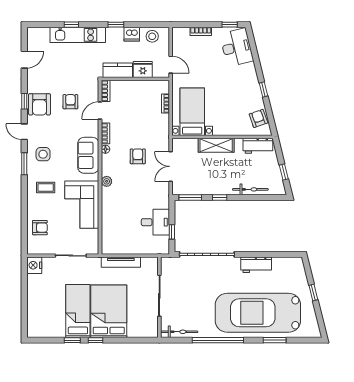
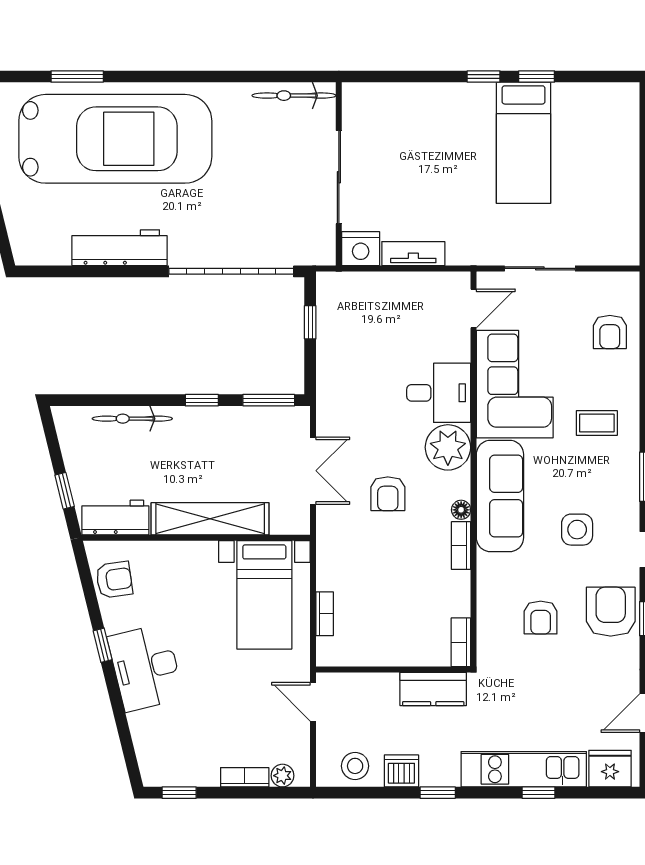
plant: (184, 32) -> (282, 776), added
desk: (237, 47) -> (146, 668), moved
fridge: (143, 70) -> (610, 769), moved, turned 180
door: (100, 110) -> (473, 308), moved
armchair: (258, 118) -> (114, 580), turned -79
shelving: (216, 145) -> (210, 519), width x1.47
side table: (43, 154) -> (577, 530), moved
sofa: (88, 155) -> (500, 496), width x1.36
window: (284, 172) -> (65, 491), moved
plant: (107, 181) -> (448, 447), width x1.88, depth x1.88
desk: (155, 222) -> (439, 393), moved, turned 180
armchair: (40, 228) -> (610, 332), turned -90
tv unit: (121, 262) -> (413, 254), width x0.71
nightstand: (34, 265) -> (361, 249), moved, turned 90
workbench: (256, 265) -> (119, 248), width x1.38
bed: (109, 311) -> (454, 142), removed
window: (218, 340) -> (206, 77), removed

